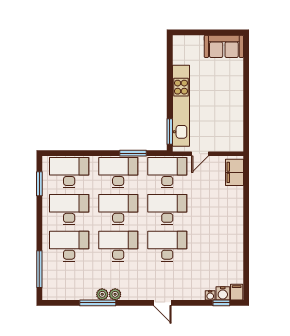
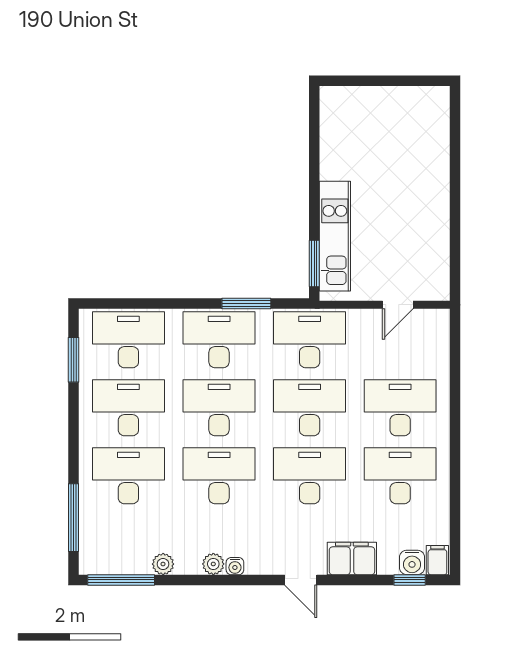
sofa: (224, 46) -> (414, 107), removed
kitchen unit: (181, 106) -> (335, 236), width x0.73
door: (200, 154) -> (398, 305), moved
filing cabinet: (234, 172) -> (352, 558), moved, turned 90
desk: (216, 210) -> (400, 408), added
desk: (216, 246) -> (400, 476), added
plant: (102, 294) -> (163, 564), moved
water cooler: (210, 295) -> (235, 566), moved
window: (98, 303) -> (121, 580), moved

